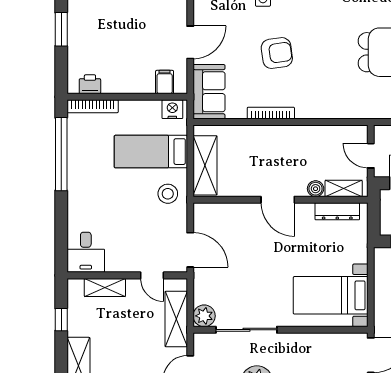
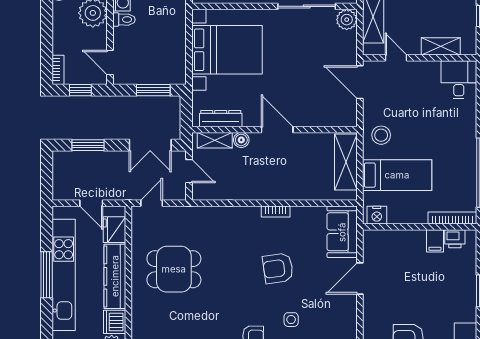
filing cabinet: (165, 82) -> (435, 241), moved
bookcase: (271, 113) -> (276, 211), width x0.64
bed with nightstands: (331, 295) -> (227, 50), width x1.36

